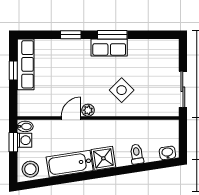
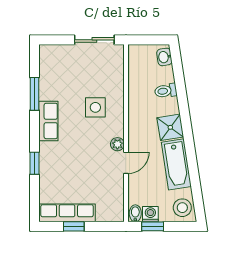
window: (112, 35) -> (34, 94), moved
side table: (122, 90) -> (95, 107), turned 45
door: (71, 118) -> (126, 163), swing flipped

